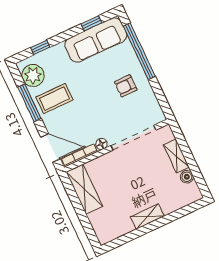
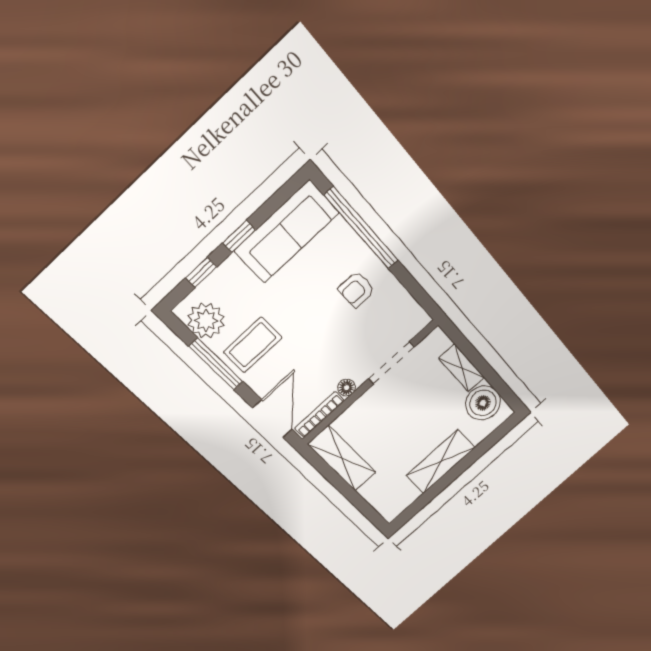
window: (91, 23) -> (239, 236), moved
doorway: (133, 138) -> (391, 363), width x0.73
door: (50, 148) -> (272, 419), hinge flipped
boiler: (187, 177) -> (483, 403), width x1.86, depth x1.86
shelving: (147, 216) -> (441, 462), width x1.50, depth x1.33

